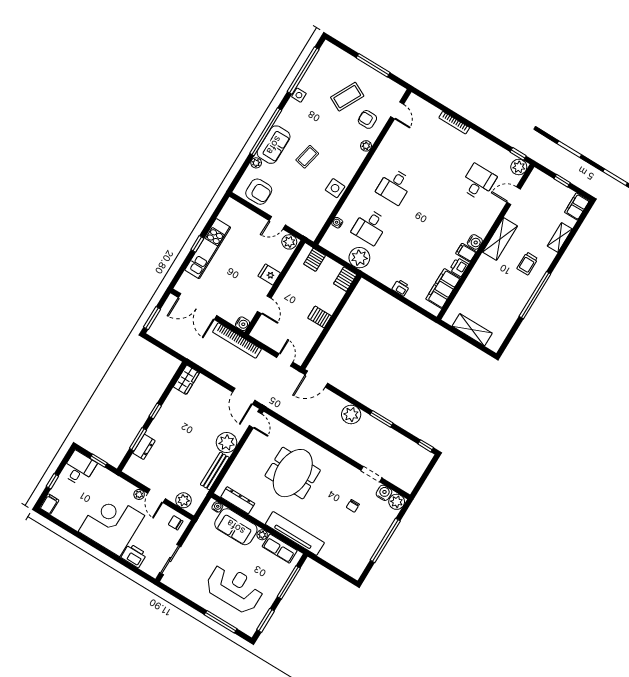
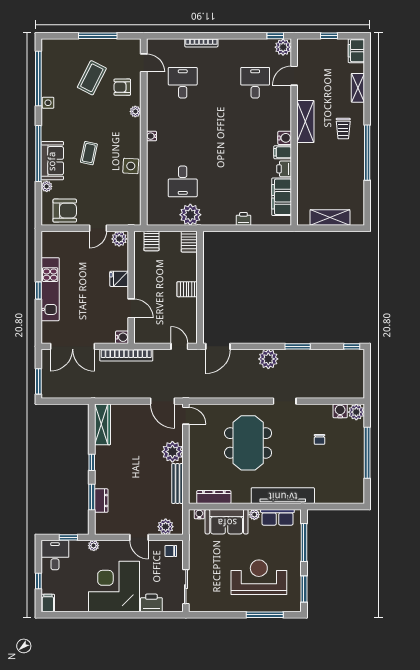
desk: (394, 186) -> (183, 83), moved, turned 180
water cooler: (337, 223) -> (151, 136), moved
wardrobe: (186, 380) -> (102, 424), width x1.50
doorway: (371, 474) -> (285, 401), moved
plant: (139, 494) -> (94, 546), moved

